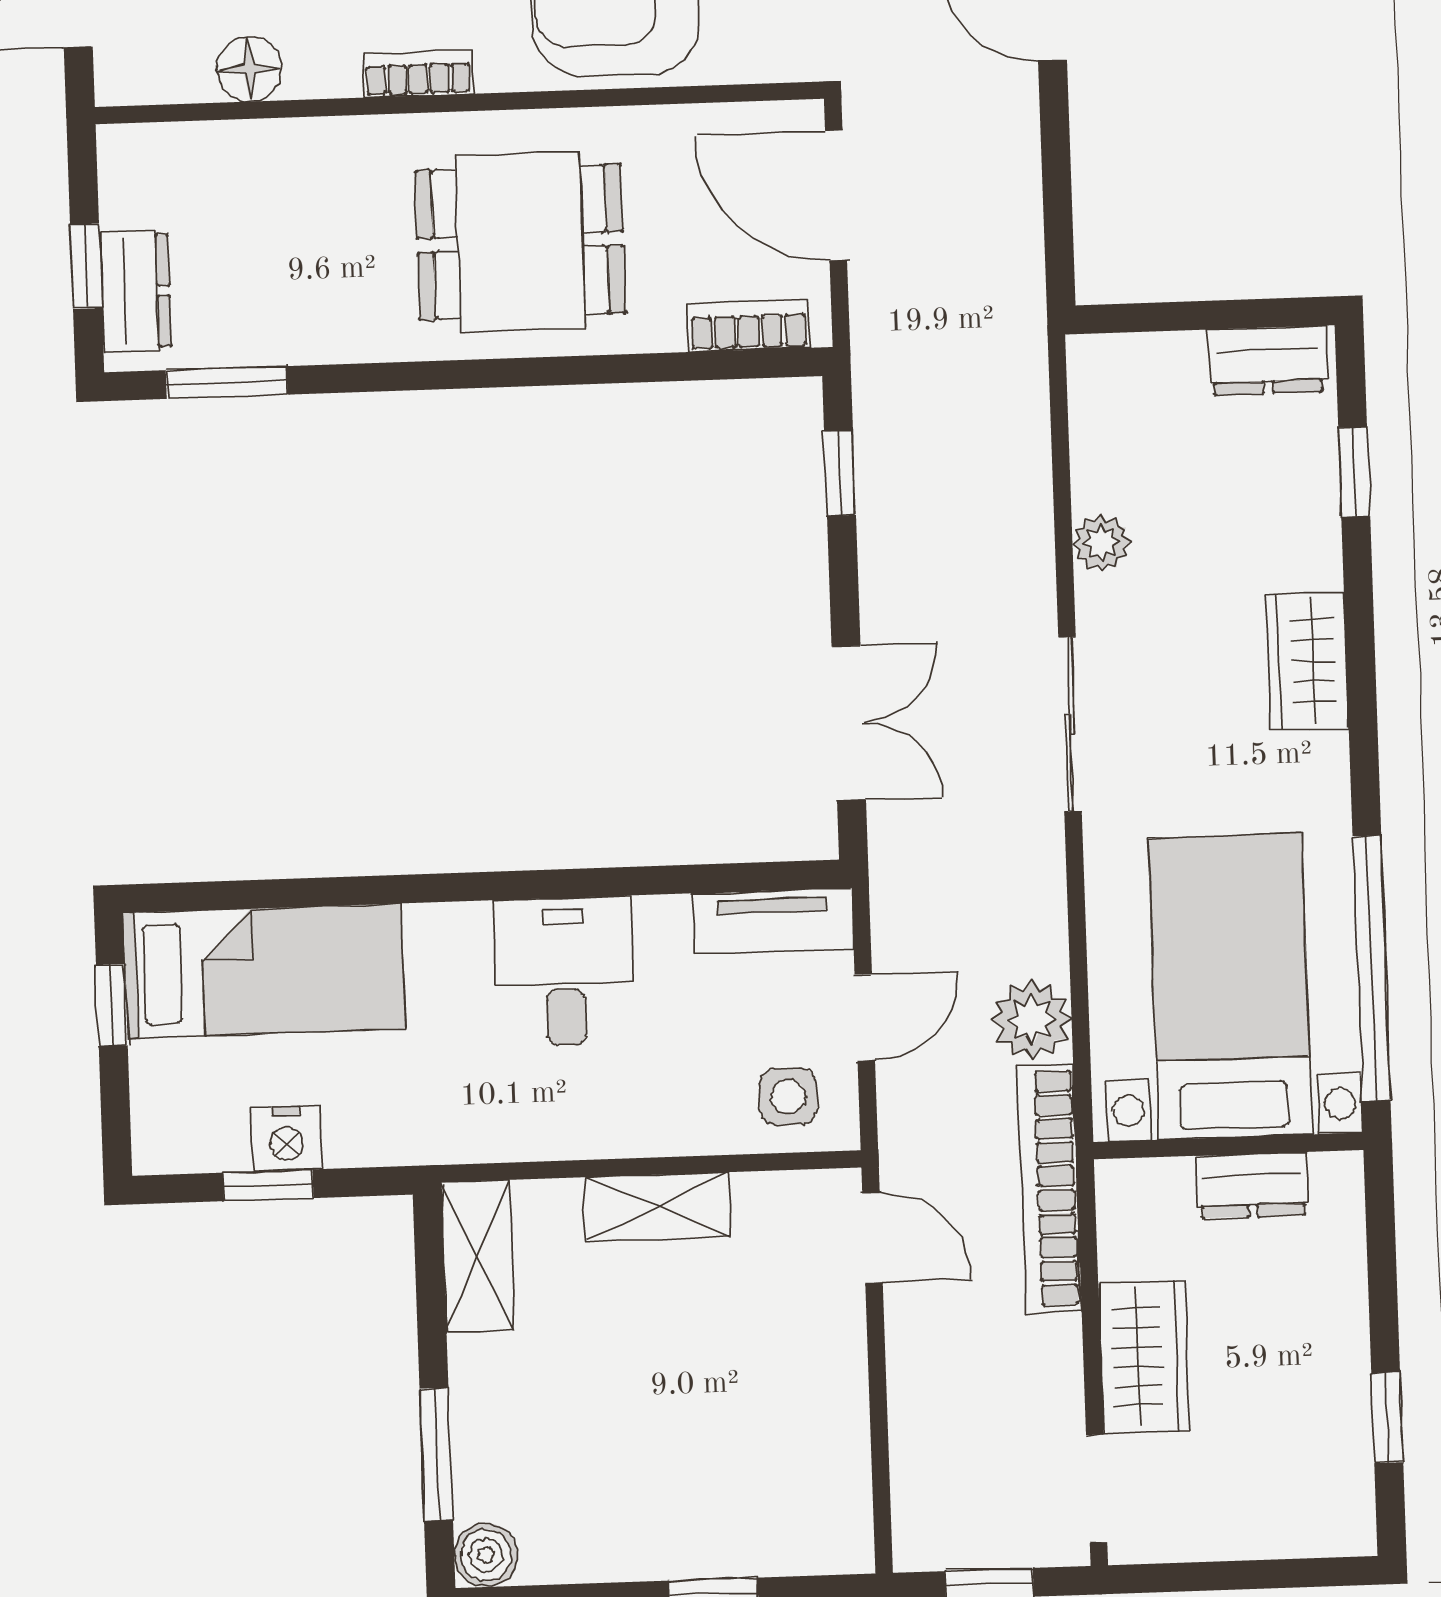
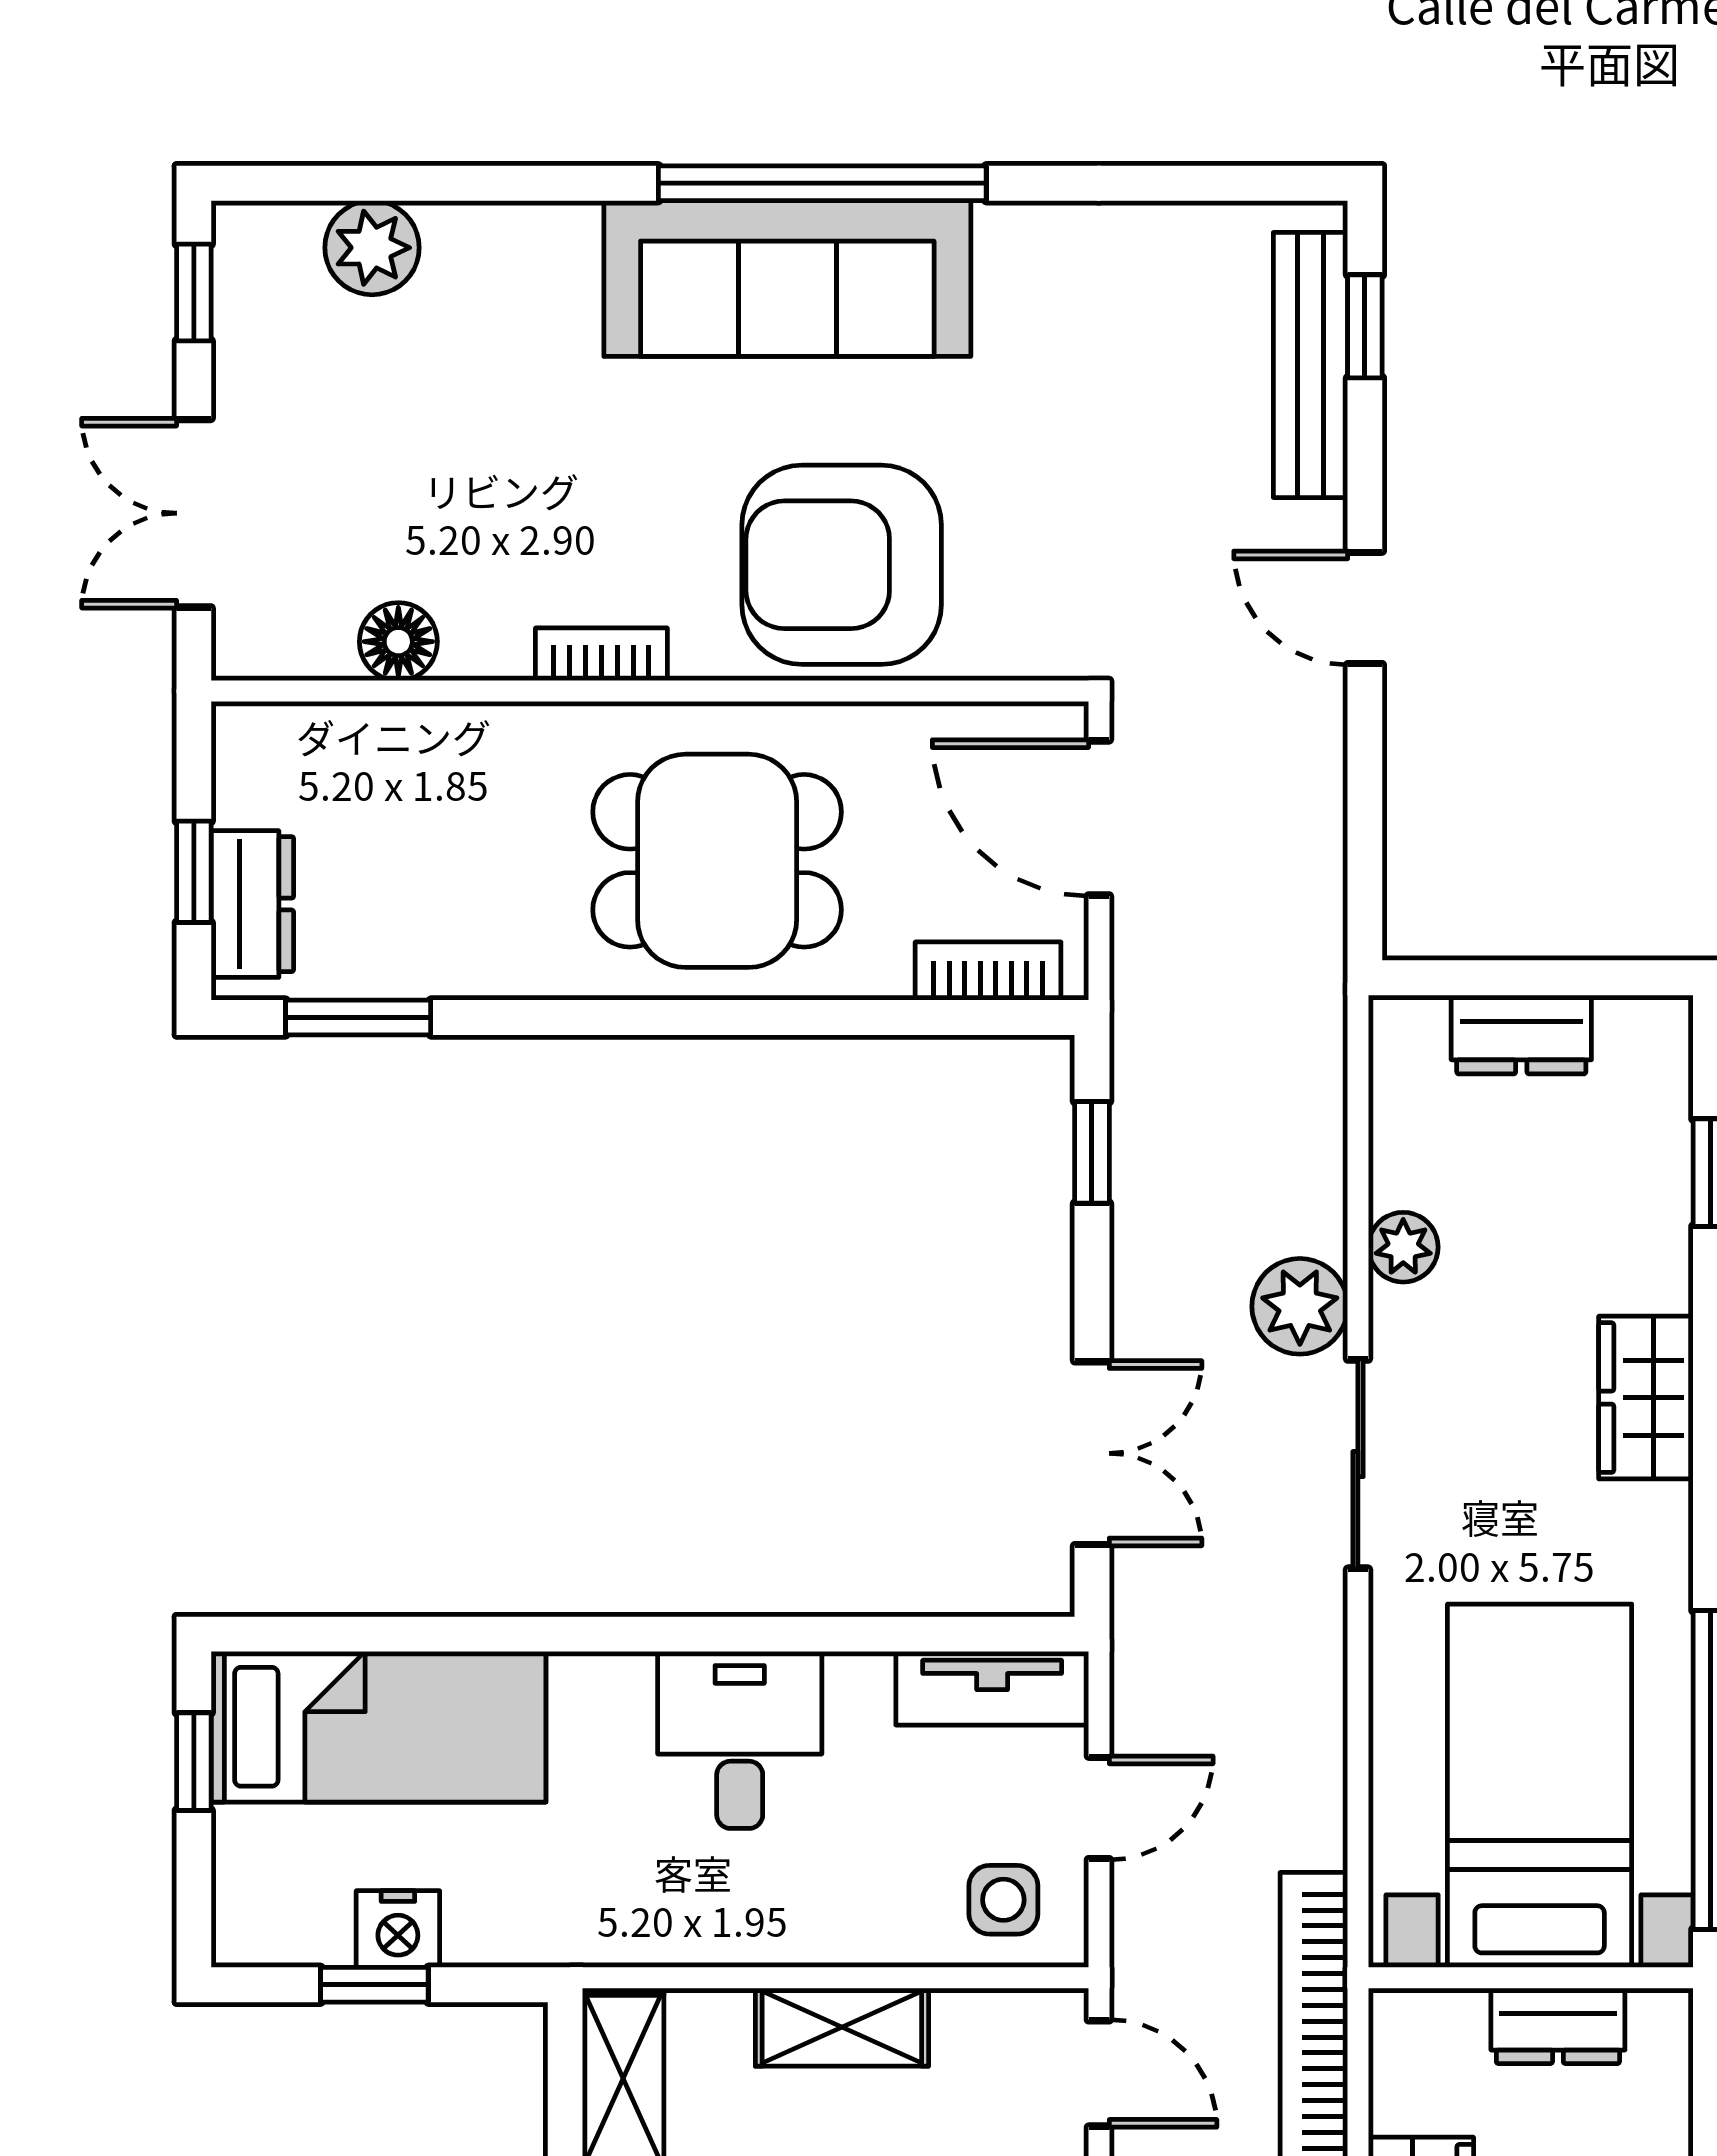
dresser: (1267, 360) -> (1521, 1035), moved
plant: (1032, 1020) -> (1300, 1306), moved

